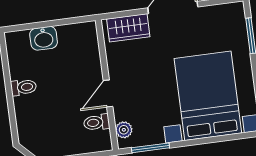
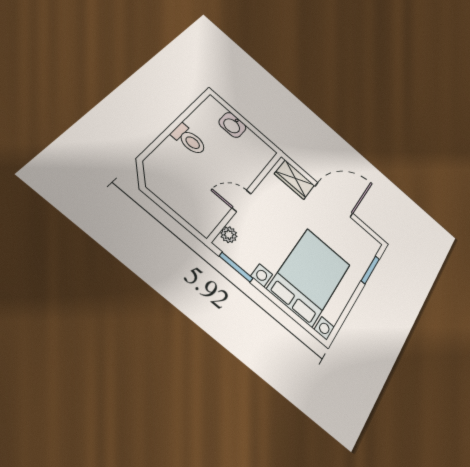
toilet: (24, 87) -> (189, 139), width x1.37, depth x1.39
toilet: (97, 122) -> (214, 209), removed

